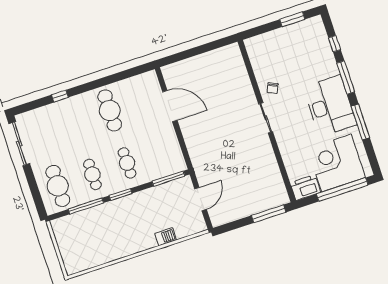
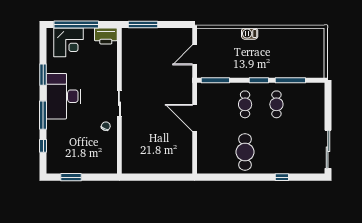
door: (170, 106) -> (195, 118), moved
window: (360, 122) -> (43, 75), width x0.69
corner desk: (336, 163) -> (69, 42), width x0.74, depth x0.74
cafe table: (58, 186) -> (308, 104), removed
barbecue: (166, 237) -> (250, 34), moved

